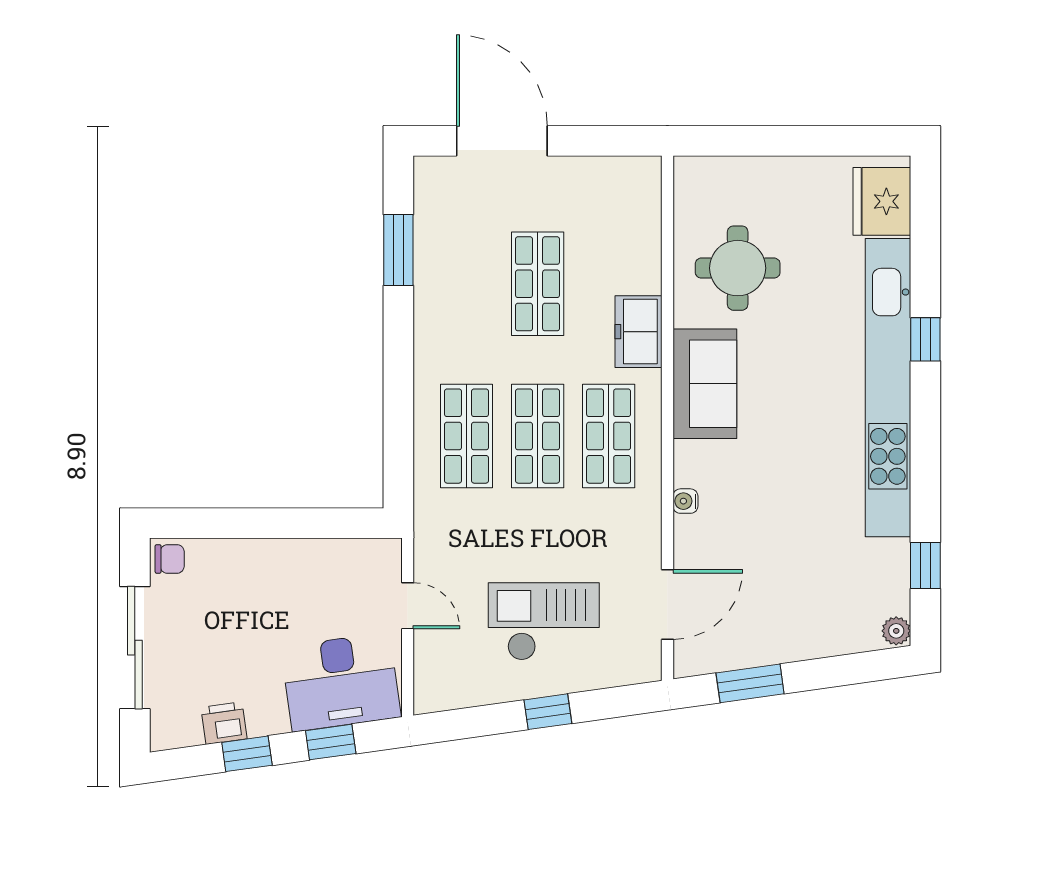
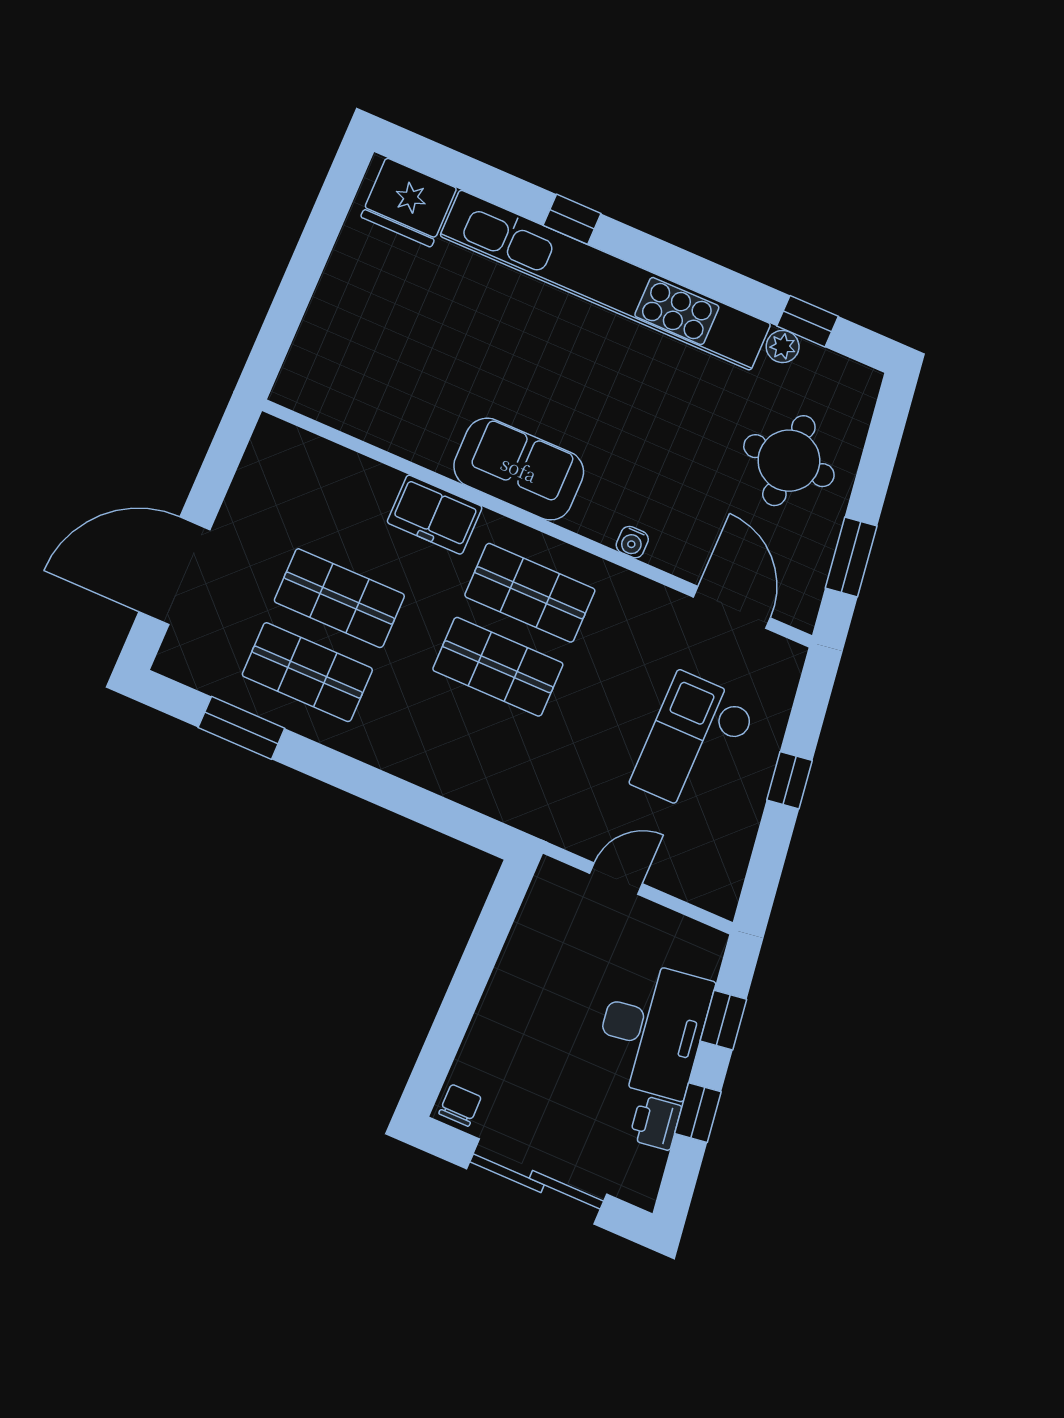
round table: (738, 268) -> (789, 461), moved
shop shelf: (467, 436) -> (307, 672), moved
plant: (896, 631) -> (783, 346), moved
desk: (341, 682) -> (652, 1029), moved

